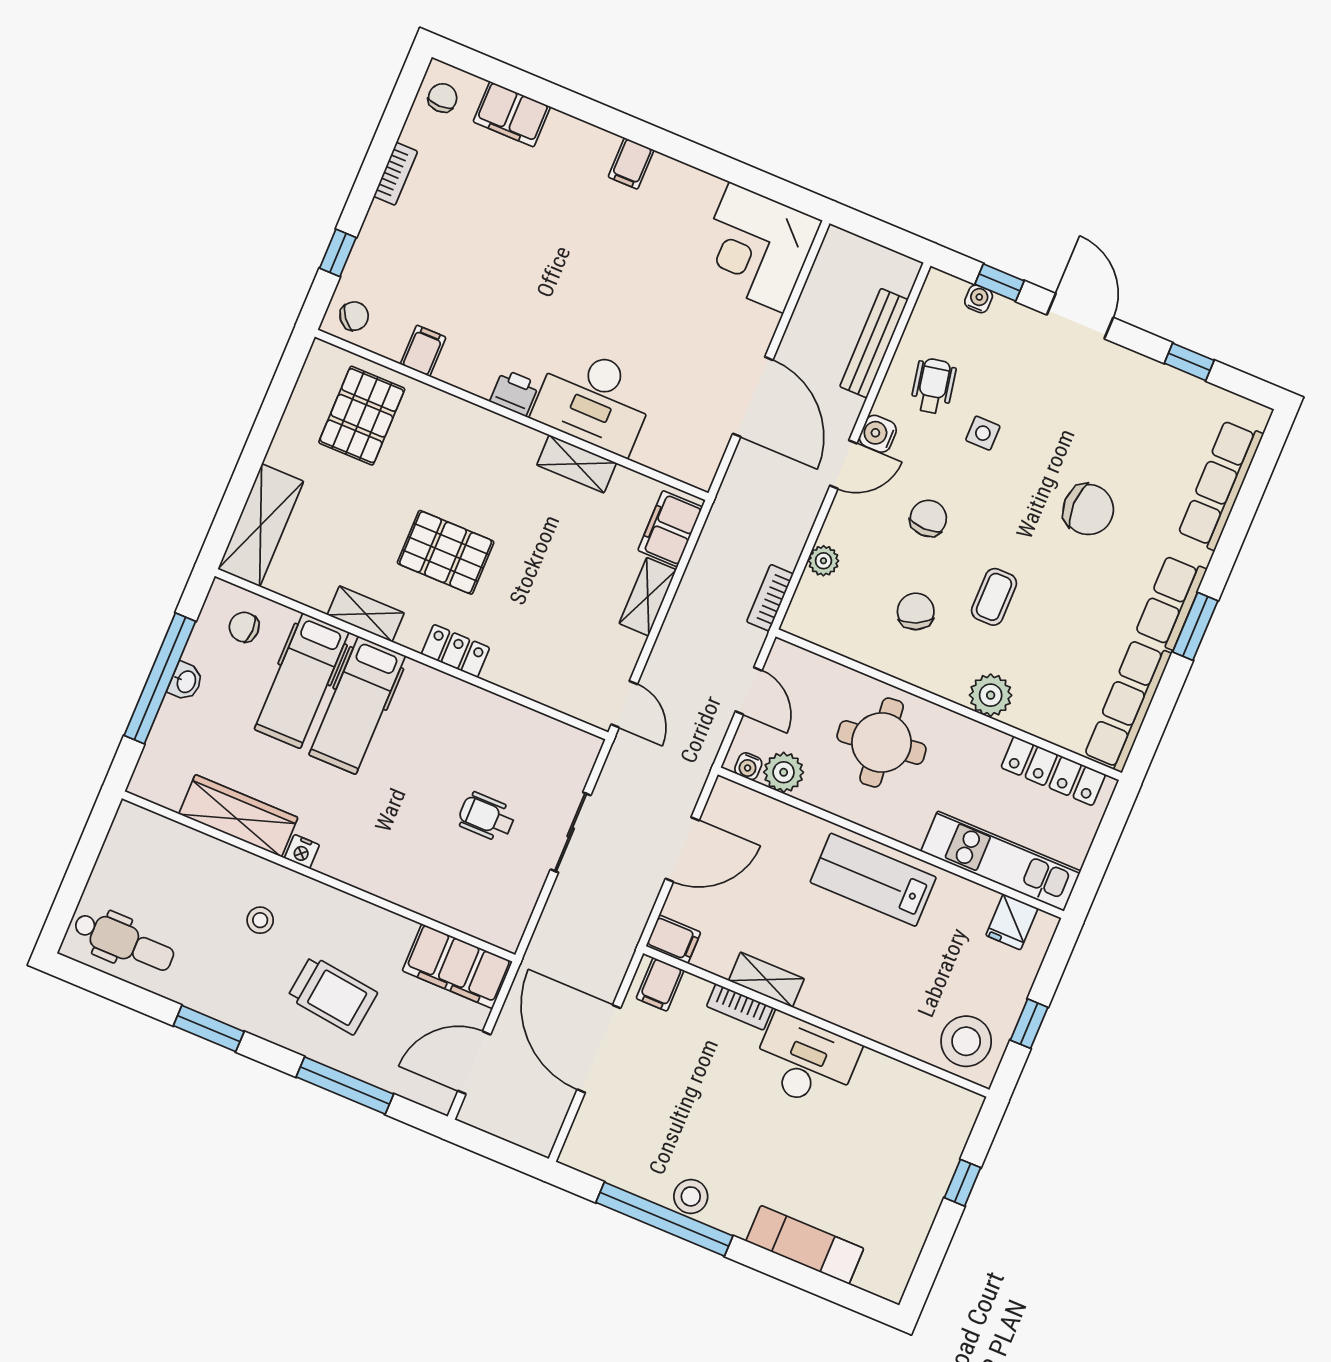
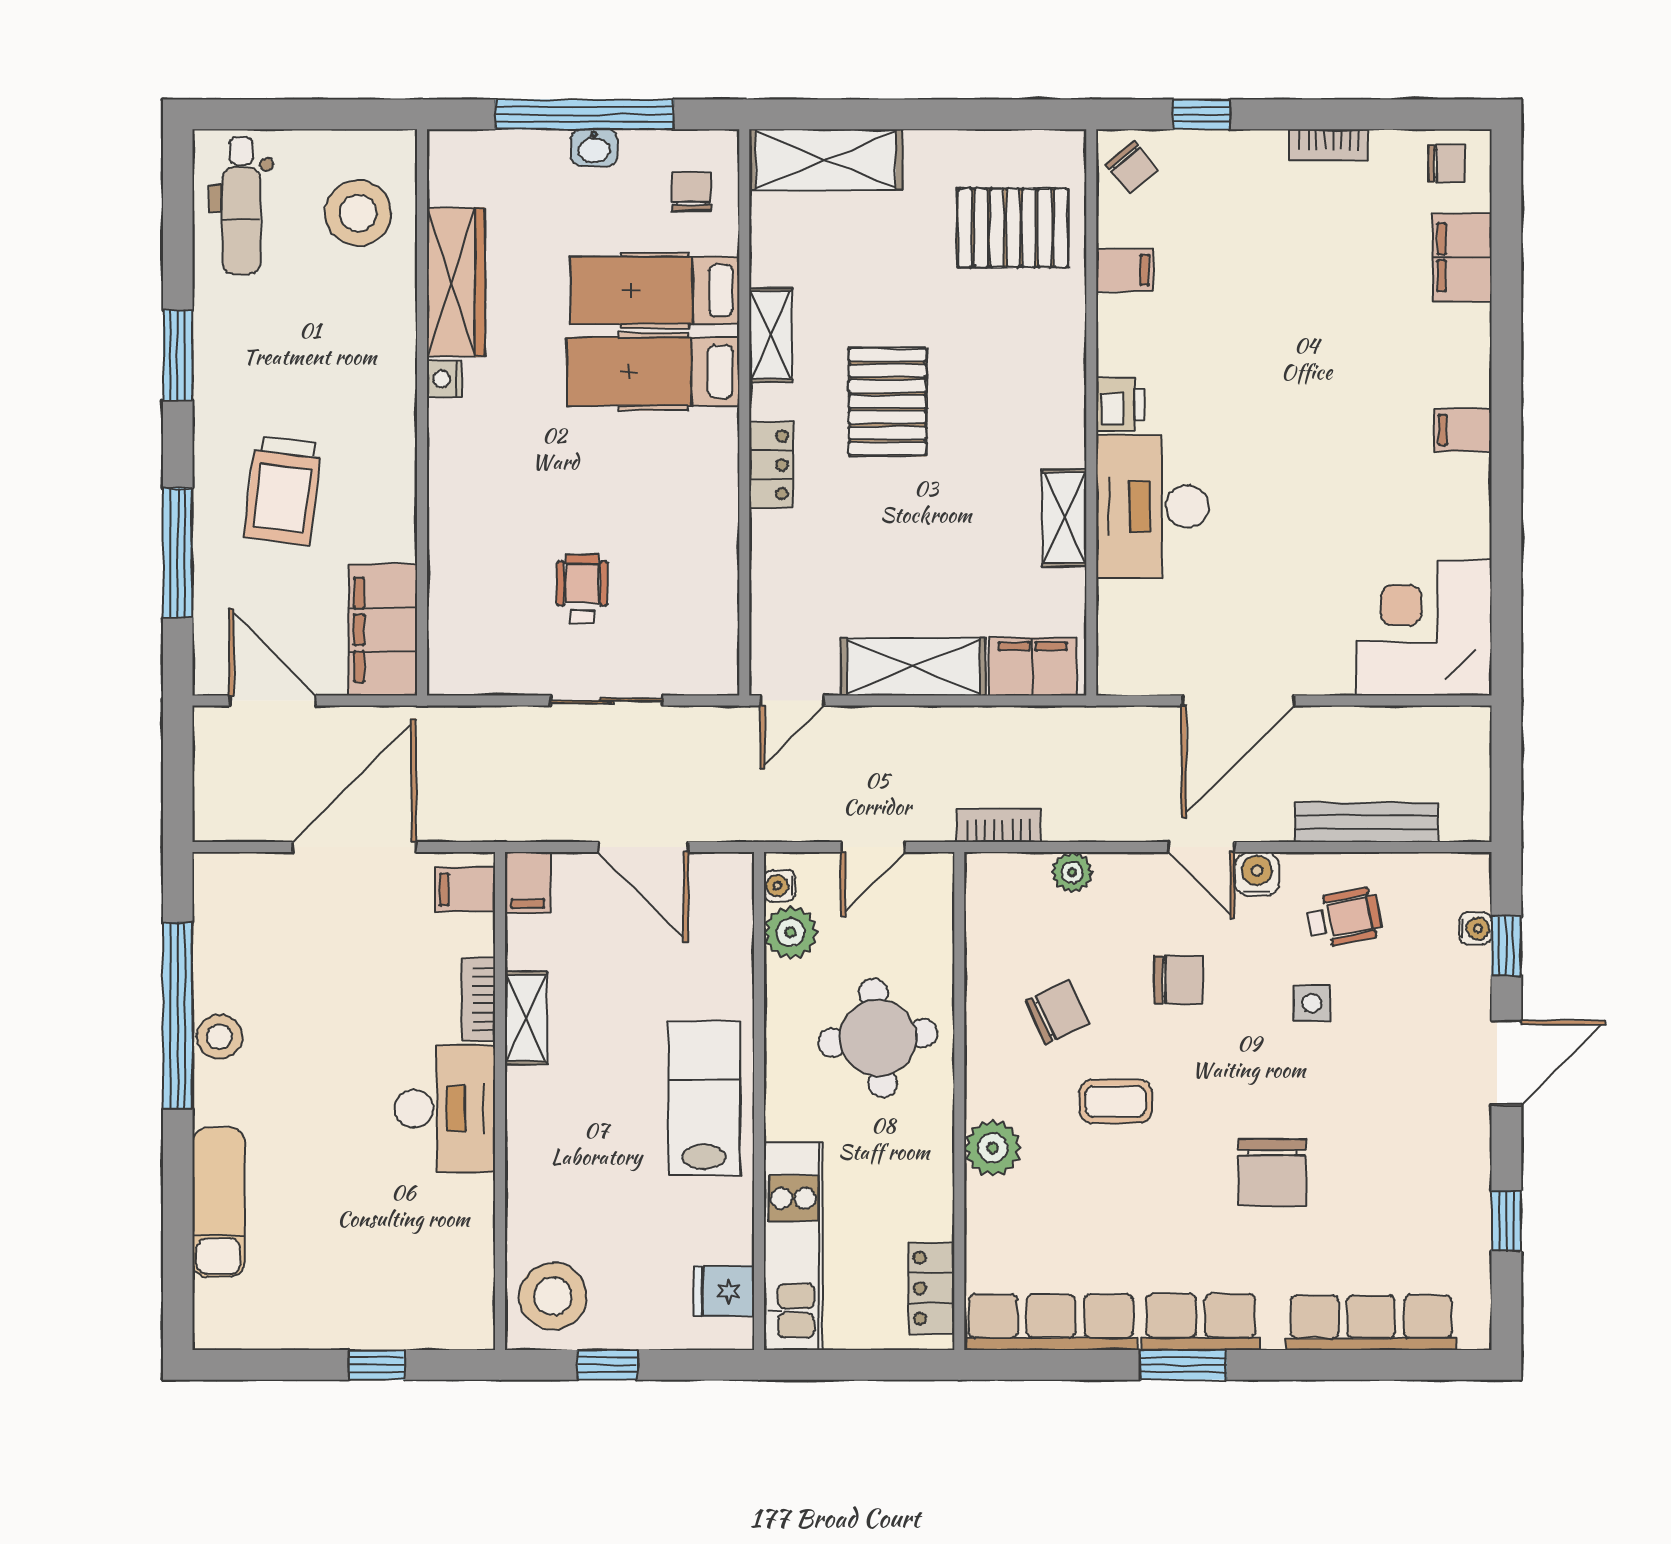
shelving: (648, 597) -> (913, 667), width x1.50, depth x1.33
locker: (1053, 771) -> (931, 1288), width x0.66
stool: (260, 920) -> (358, 213), moved, width x1.89, depth x1.89

